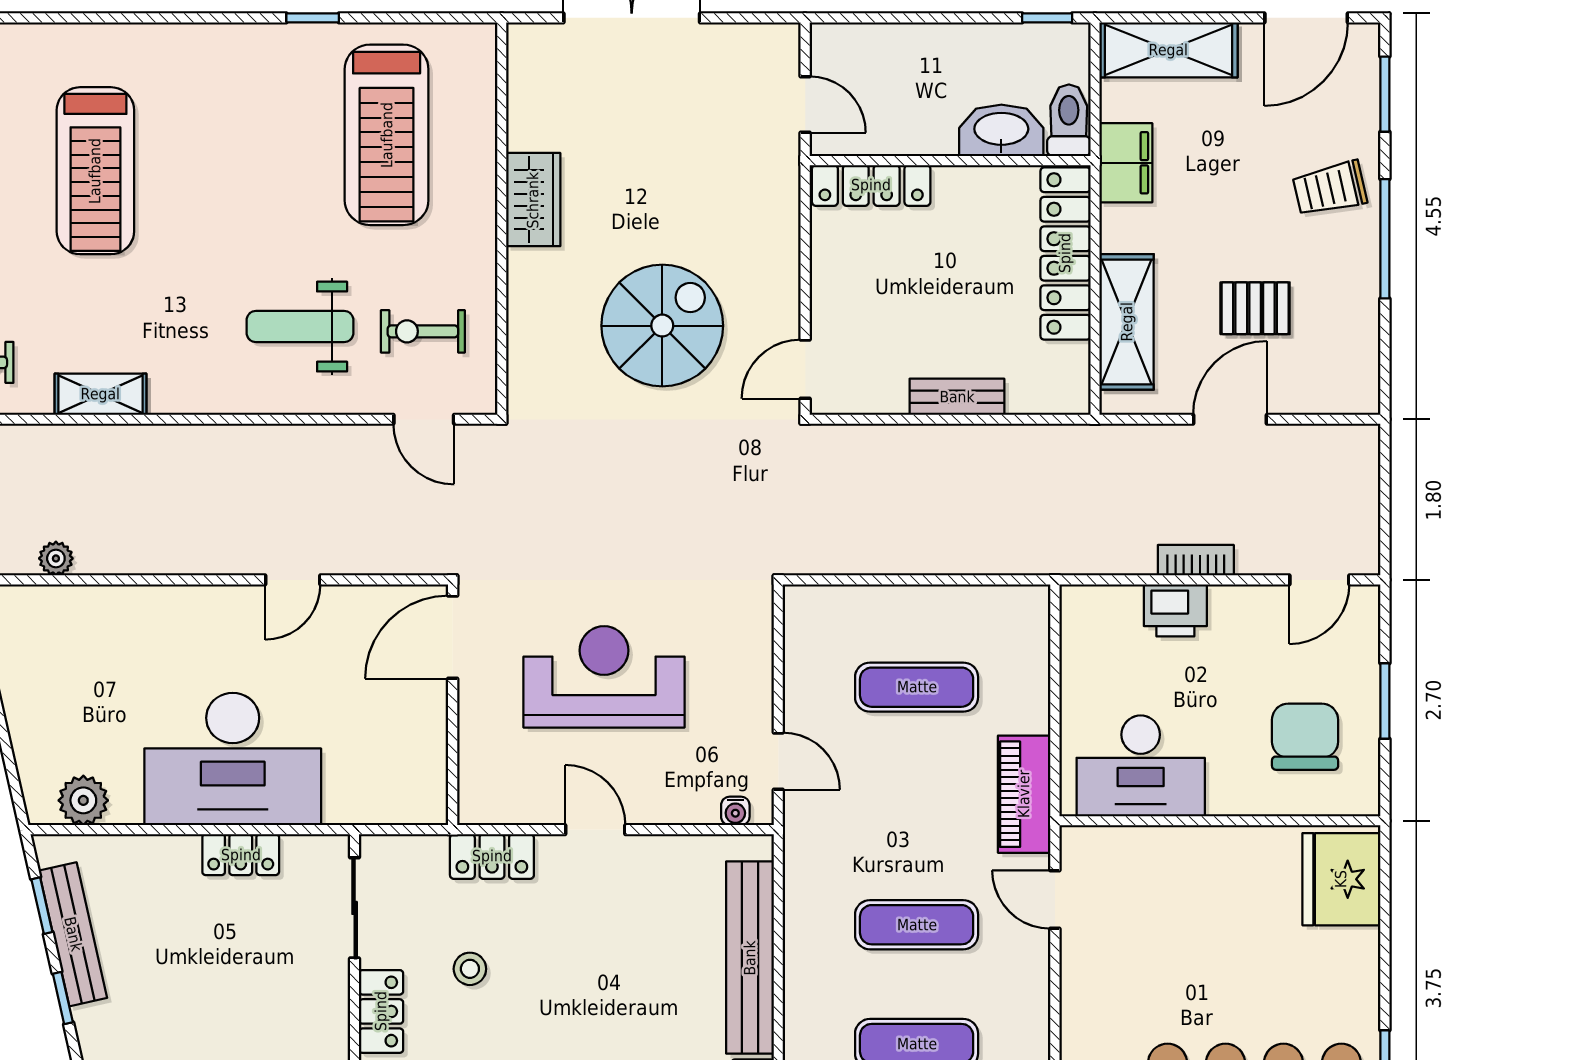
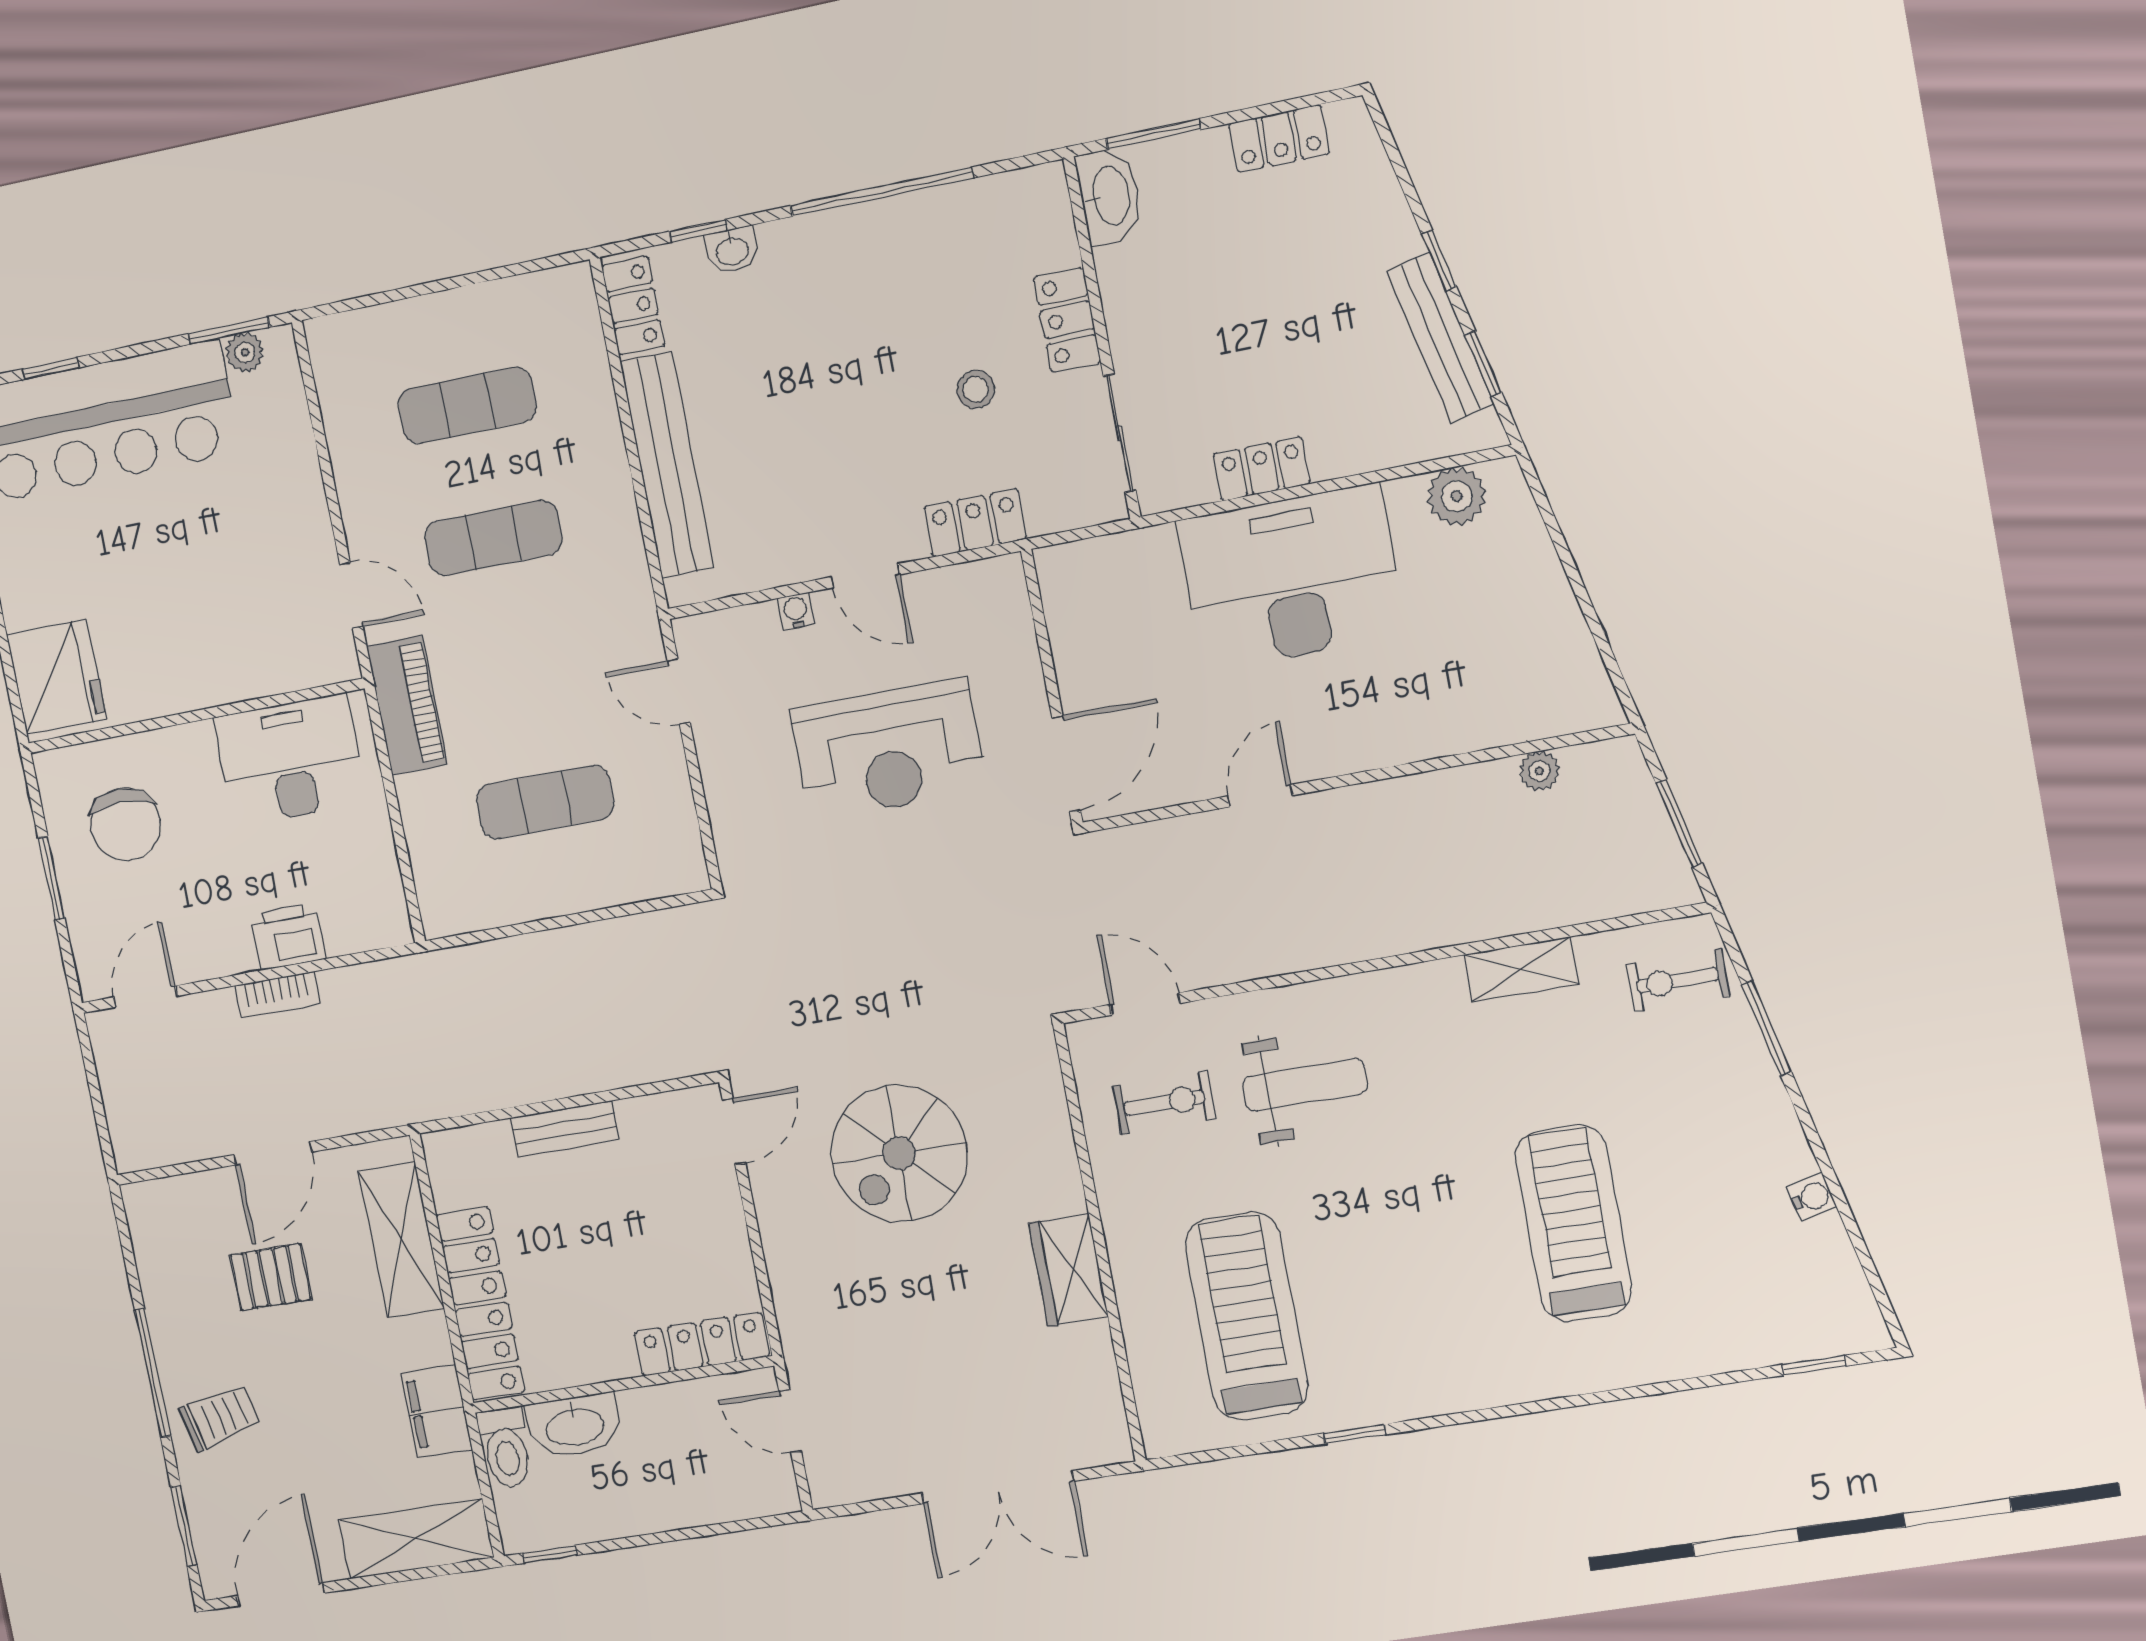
water cooler: (735, 811) -> (796, 611), moved

